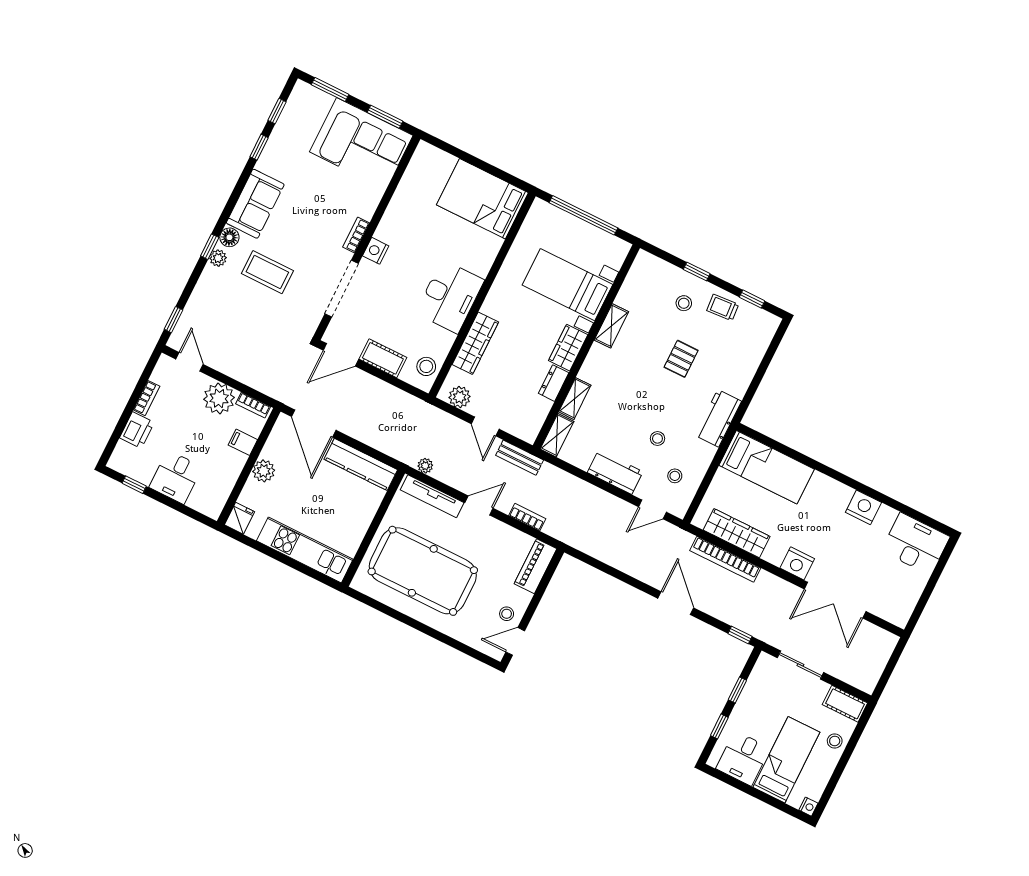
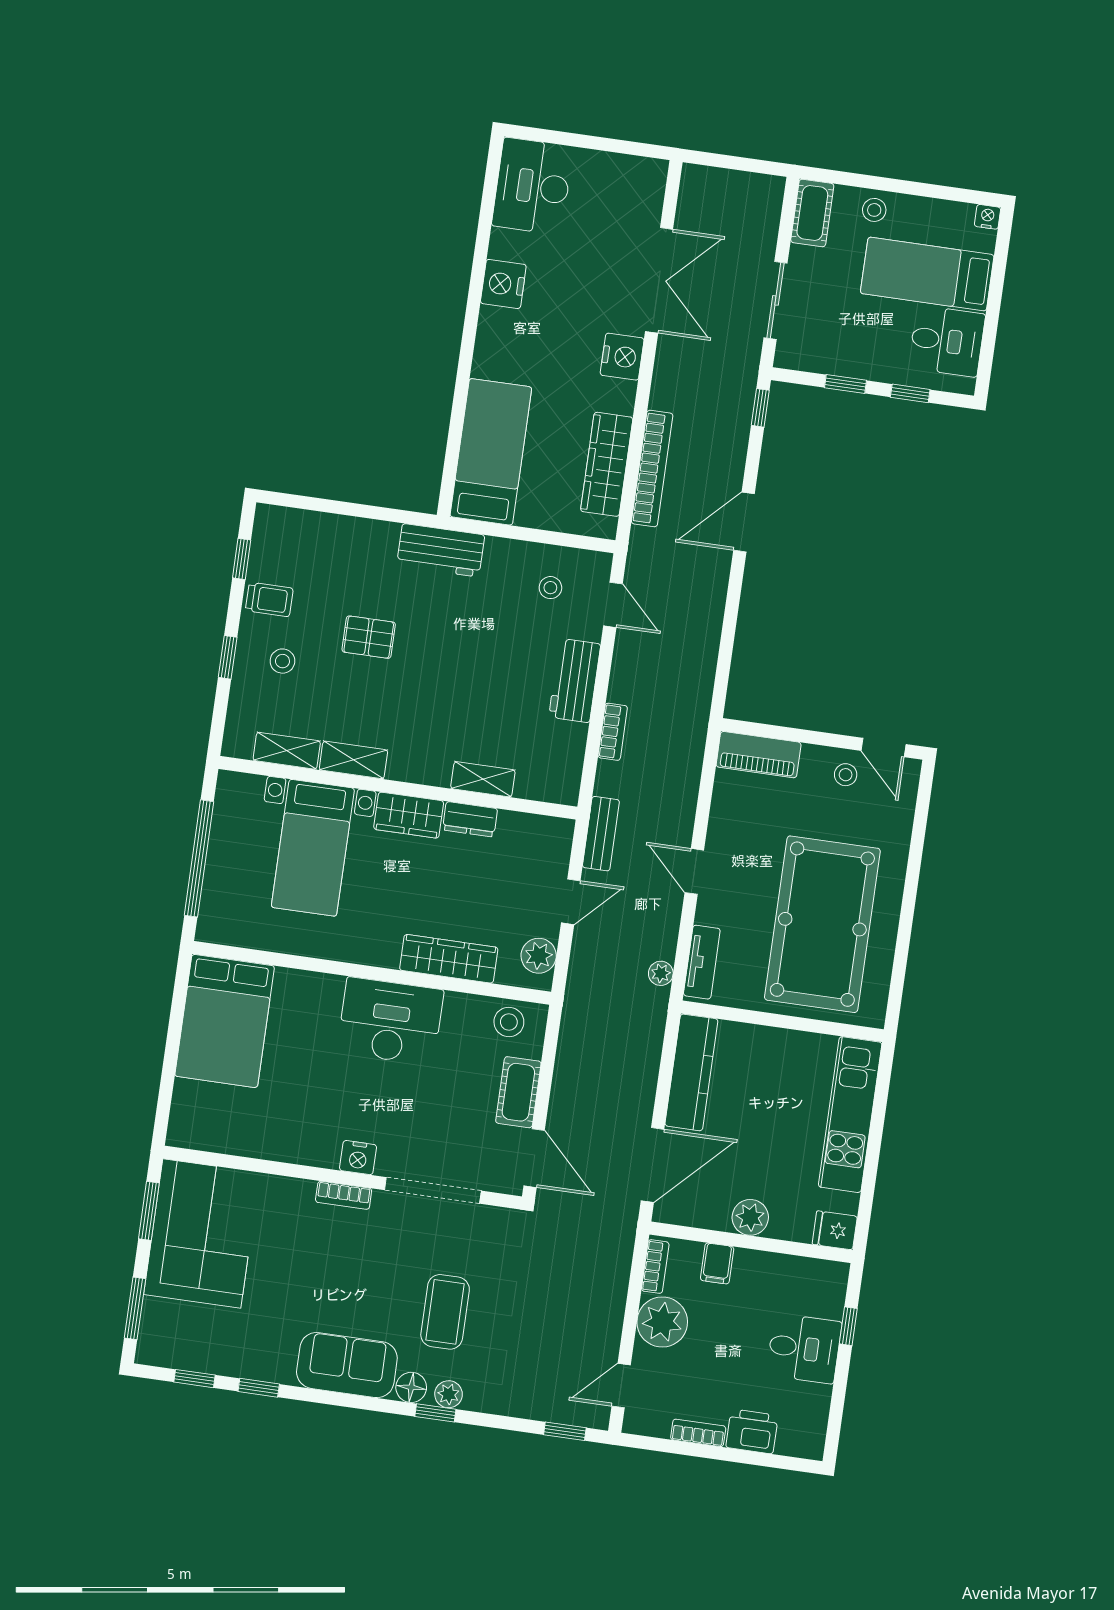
trolley: (723, 307) -> (269, 600), turned -86
shelving: (557, 435) -> (287, 751), moved
stool: (657, 438) -> (502, 633), removed
window: (134, 485) -> (848, 1326), moved
tv unit: (432, 496) -> (702, 962), width x0.71
bookcase: (527, 517) -> (613, 732), moved, turned 180

